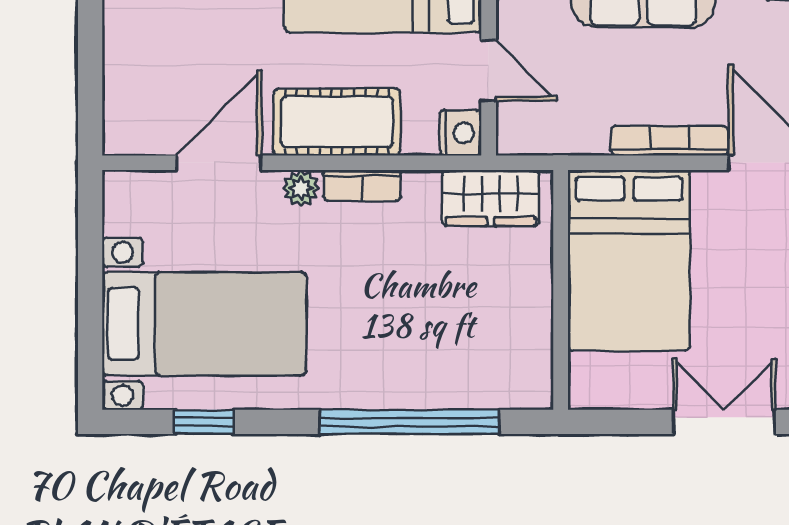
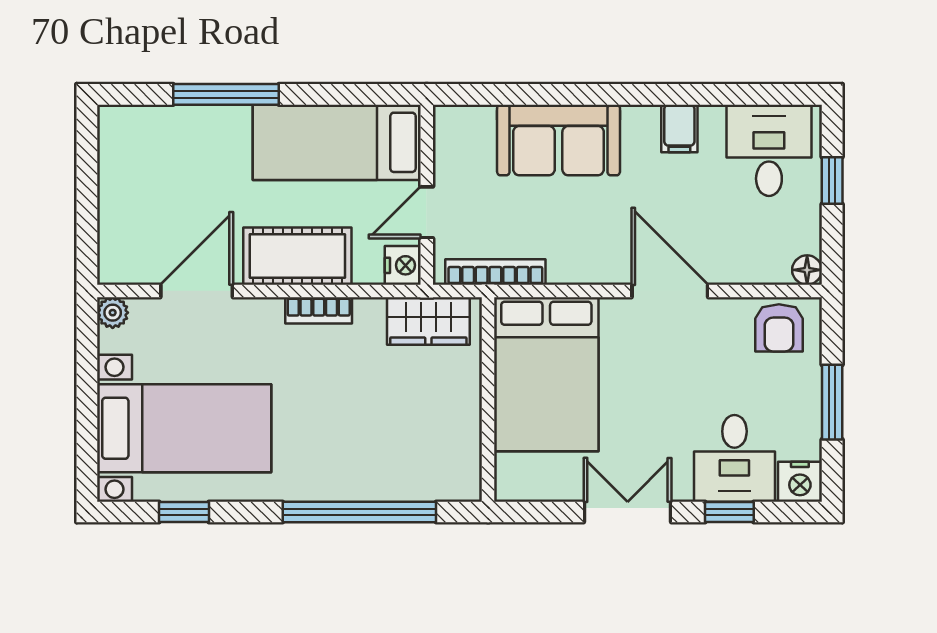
door: (489, 71) -> (427, 212), swing flipped
bookcase: (669, 141) -> (495, 272), moved
plant: (301, 188) -> (113, 313), moved

